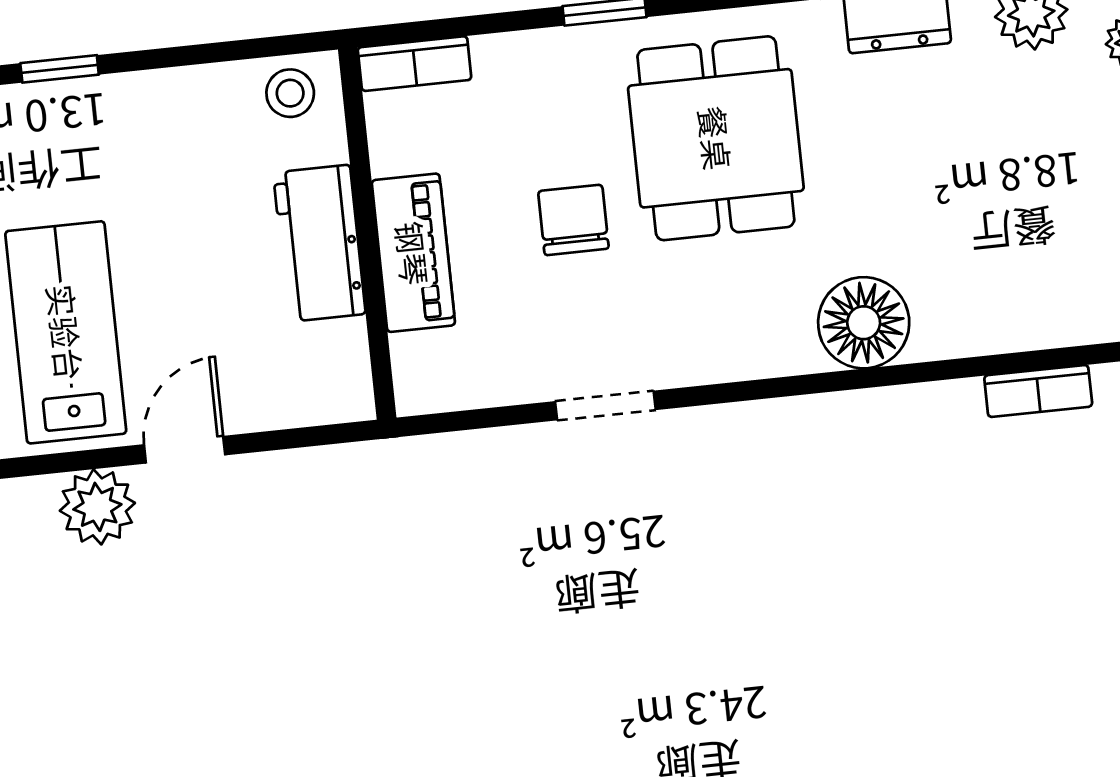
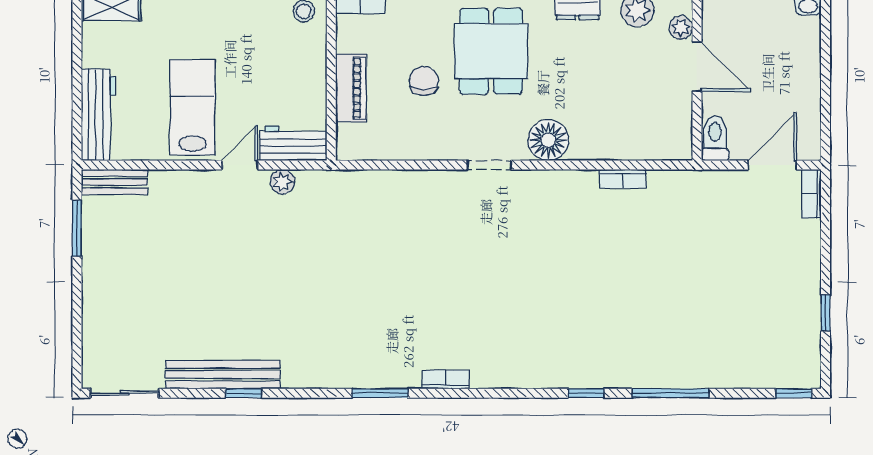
workbench: (319, 243) -> (293, 143), moved, turned 90
doorway: (605, 406) -> (489, 165), moved
plant: (97, 507) -> (282, 182), moved, width x0.73, depth x0.73

